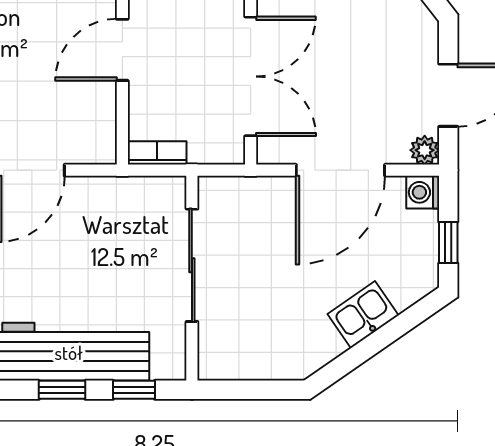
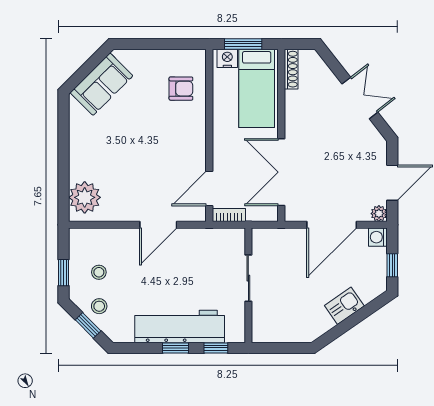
door: (122, 50) -> (209, 189), moved
double door: (251, 76) -> (281, 172), swing flipped
sliding door: (192, 265) -> (248, 278), width x0.73

